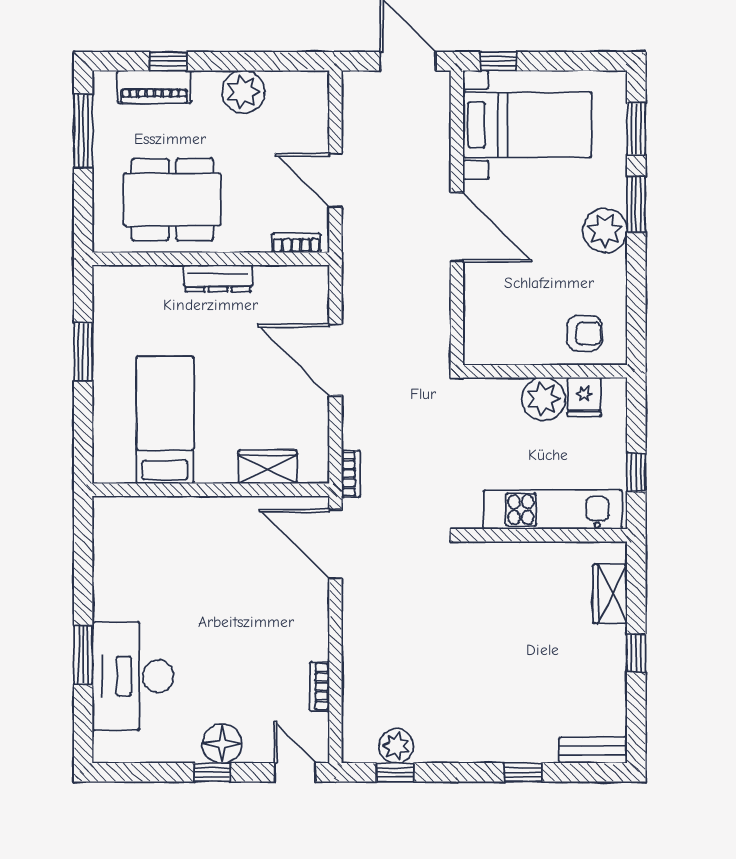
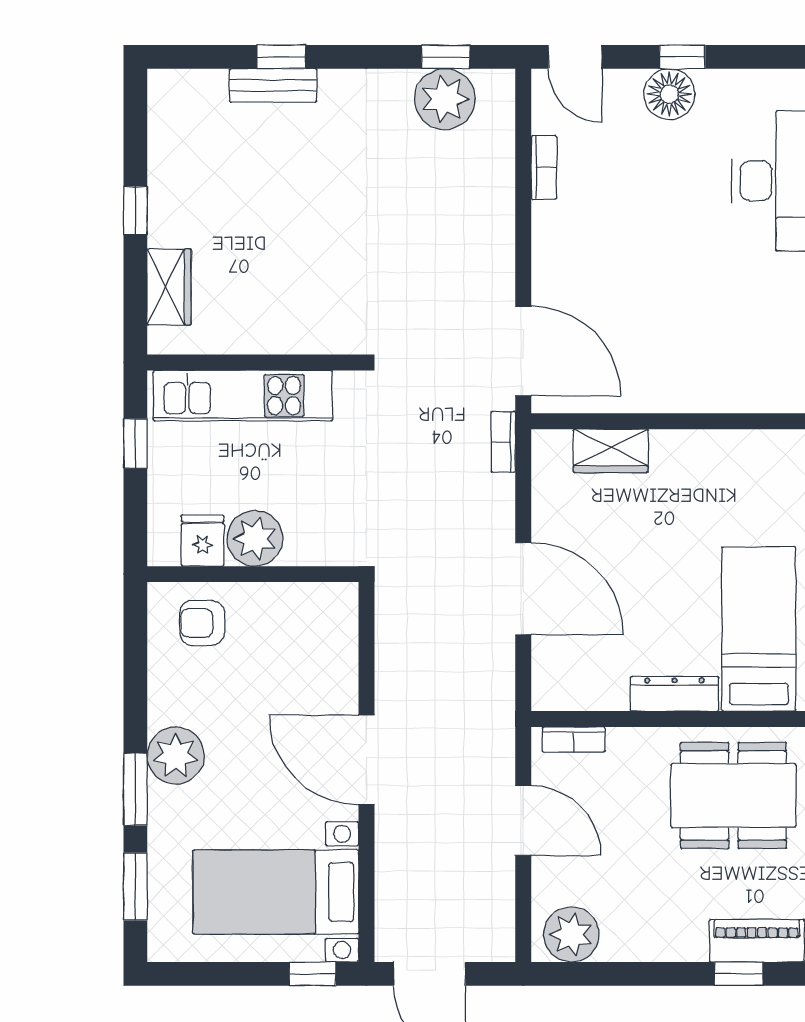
plant: (243, 92) -> (571, 934), moved
bed: (165, 420) -> (759, 629), moved, turned 180
plant: (396, 746) -> (445, 99), width x1.36, depth x1.36
bench: (593, 750) -> (273, 85), moved

